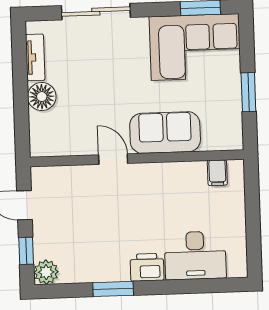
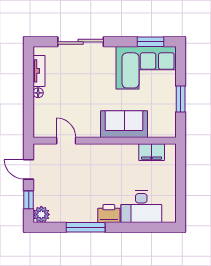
floor lamp: (42, 97) -> (38, 93), width x0.53, depth x0.53
door: (113, 159) -> (66, 141), moved
filing cabinet: (217, 173) -> (152, 152), width x2.00
window: (113, 289) -> (86, 227), width x1.44

